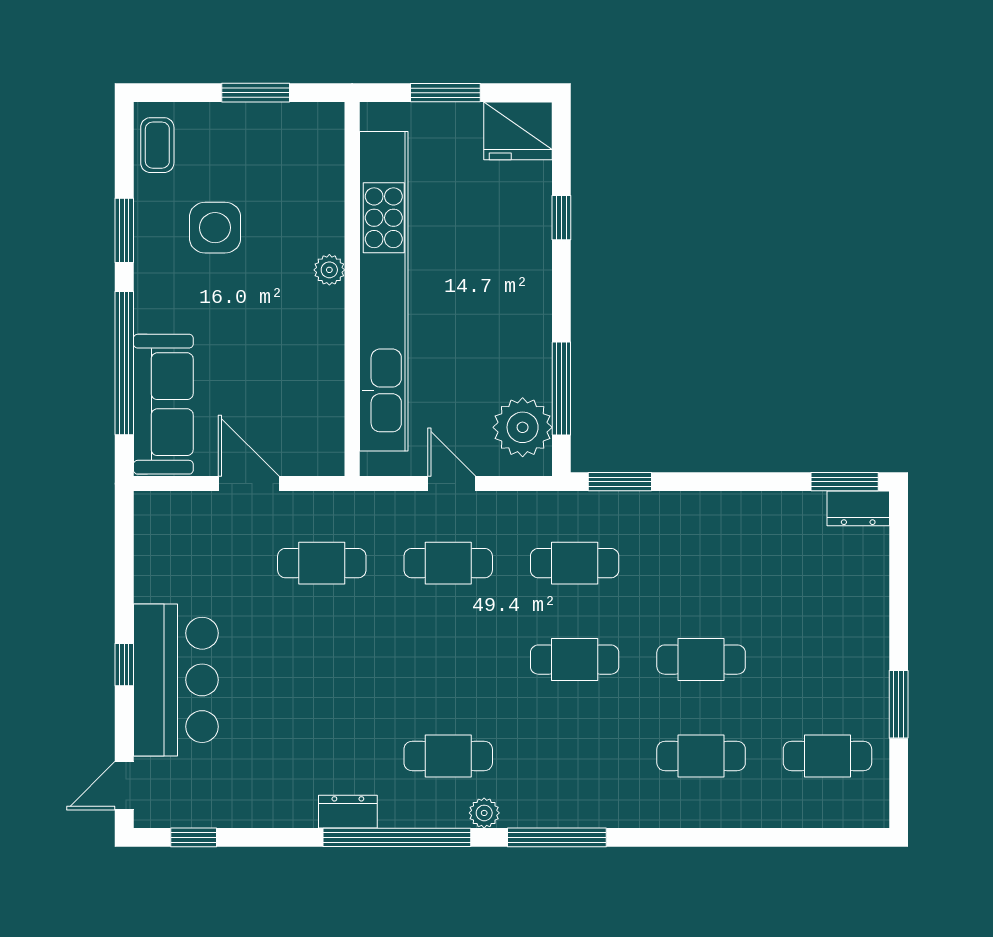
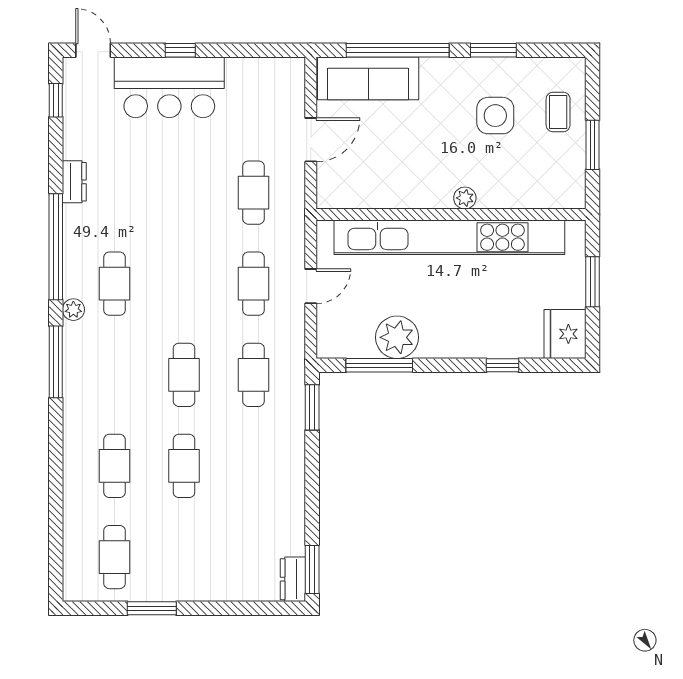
coffee table: (157, 145) -> (558, 112), moved, turned 90
plant: (523, 427) -> (397, 337), moved
dresser: (348, 812) -> (74, 182), moved

